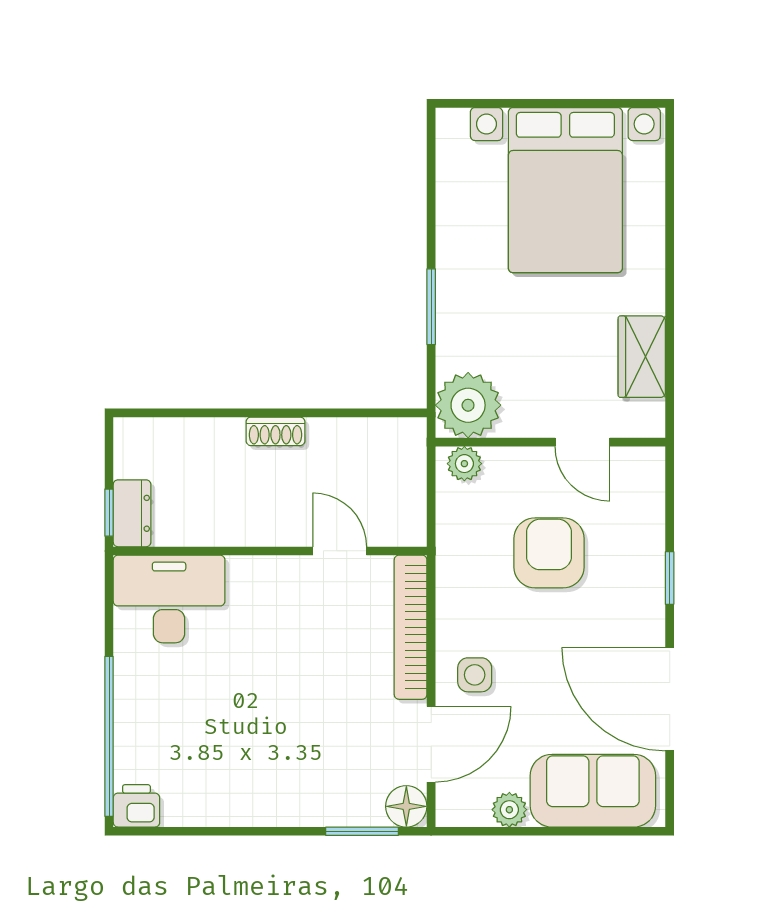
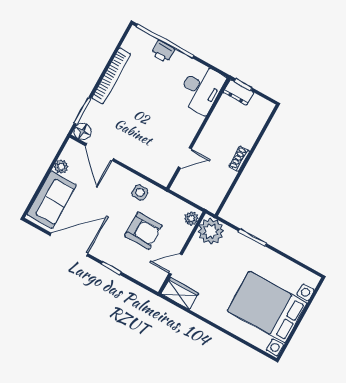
wardrobe: (642, 357) -> (180, 293), moved
bookcase: (411, 627) -> (111, 76), moved, turned 90
side table: (475, 675) -> (140, 192), moved
printer: (136, 806) -> (163, 51), moved, turned 90

